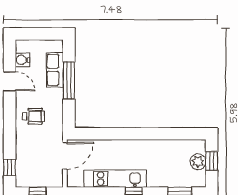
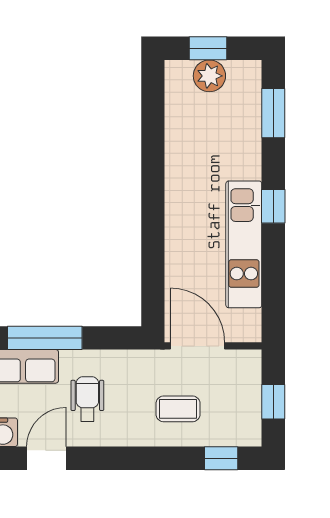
wheelchair: (33, 116) -> (87, 399), moved
coffee table: (34, 146) -> (178, 409), added

